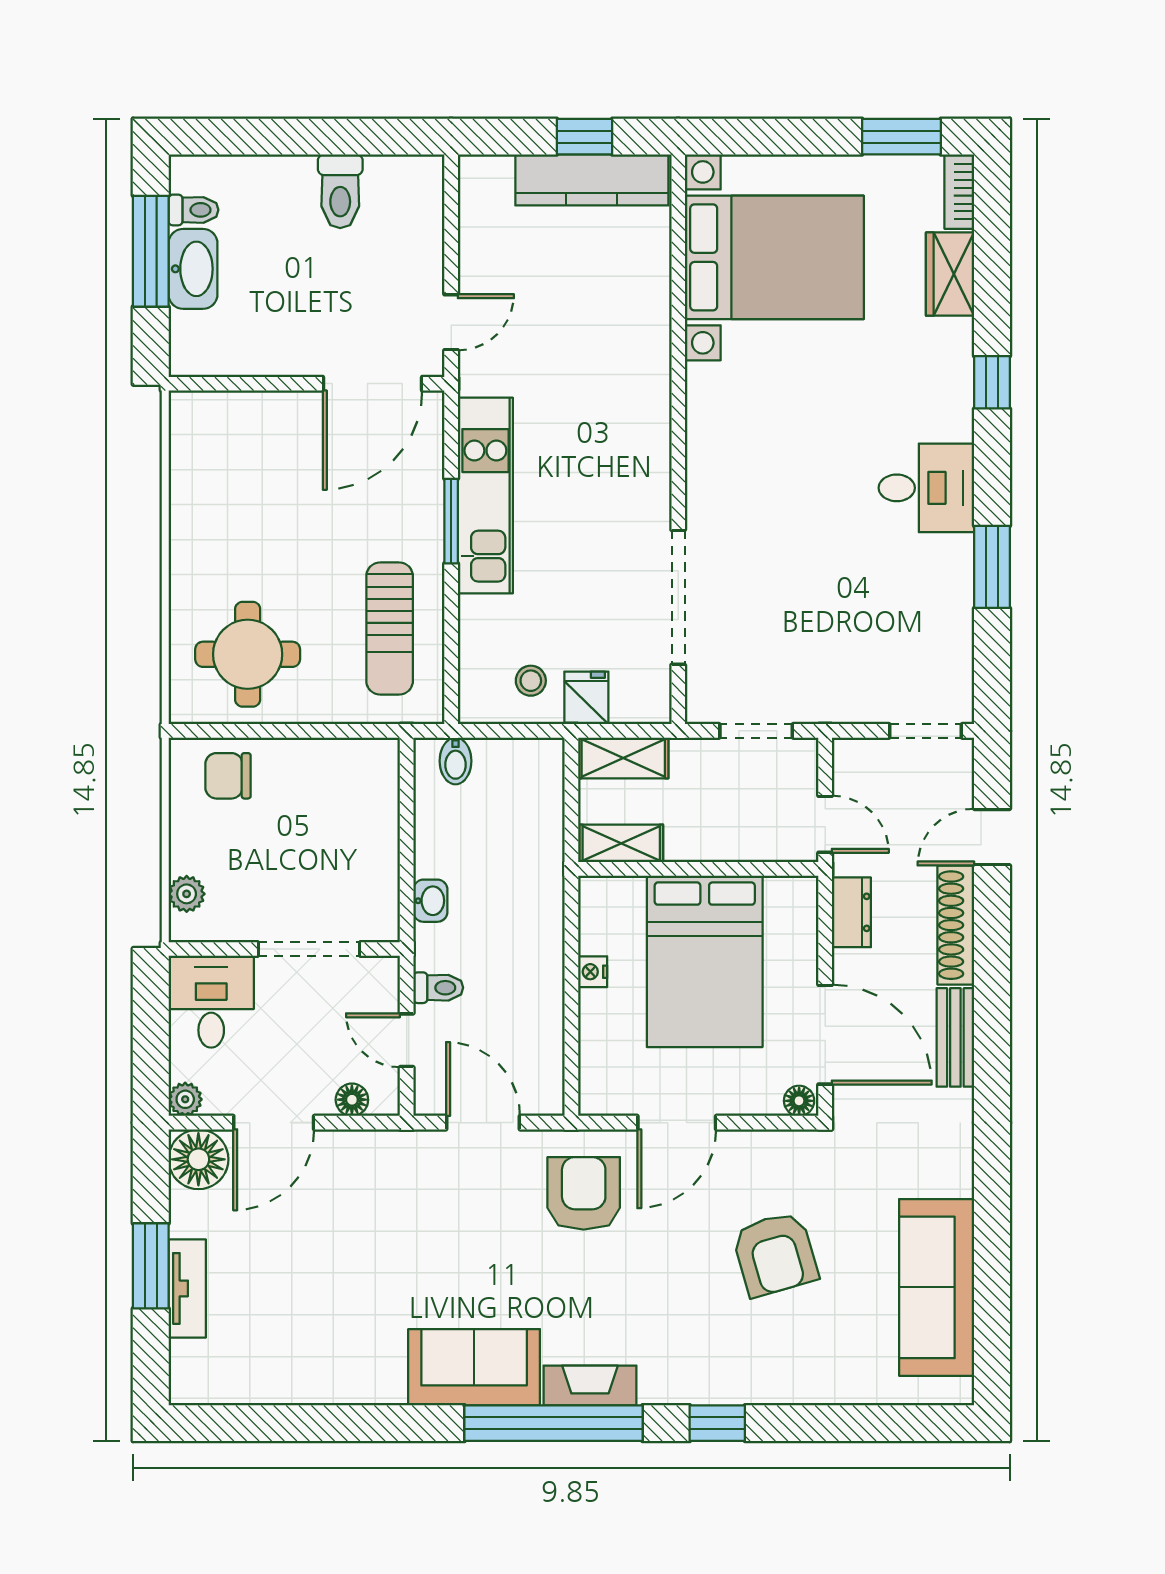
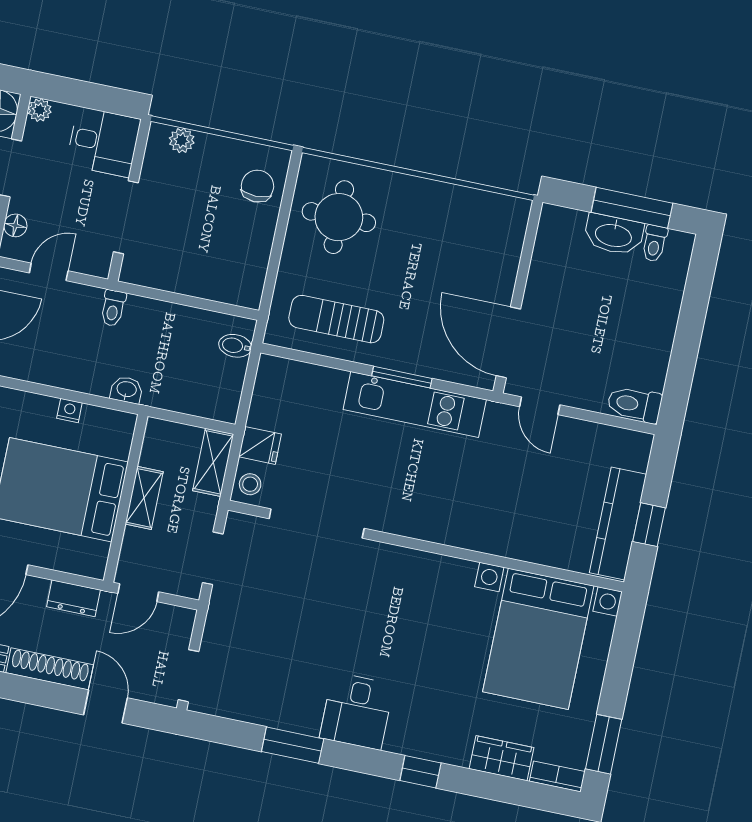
toilet: (340, 191) -> (634, 404), moved
stool: (531, 681) -> (250, 484), moved
shelving: (621, 843) -> (144, 498), moved
washbasin: (430, 901) -> (126, 390), moved, turned 180
toilet: (438, 988) -> (113, 308), moved

